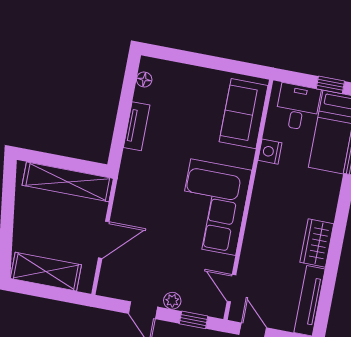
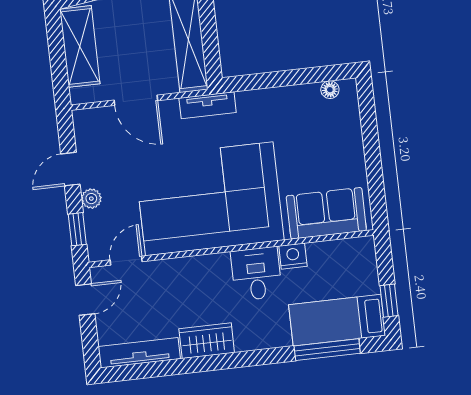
desk: (298, 107) -> (256, 274), moved, turned -90
tv unit: (137, 126) -> (208, 105), moved
corner sofa: (213, 207) -> (209, 199), width x1.36, depth x1.36

